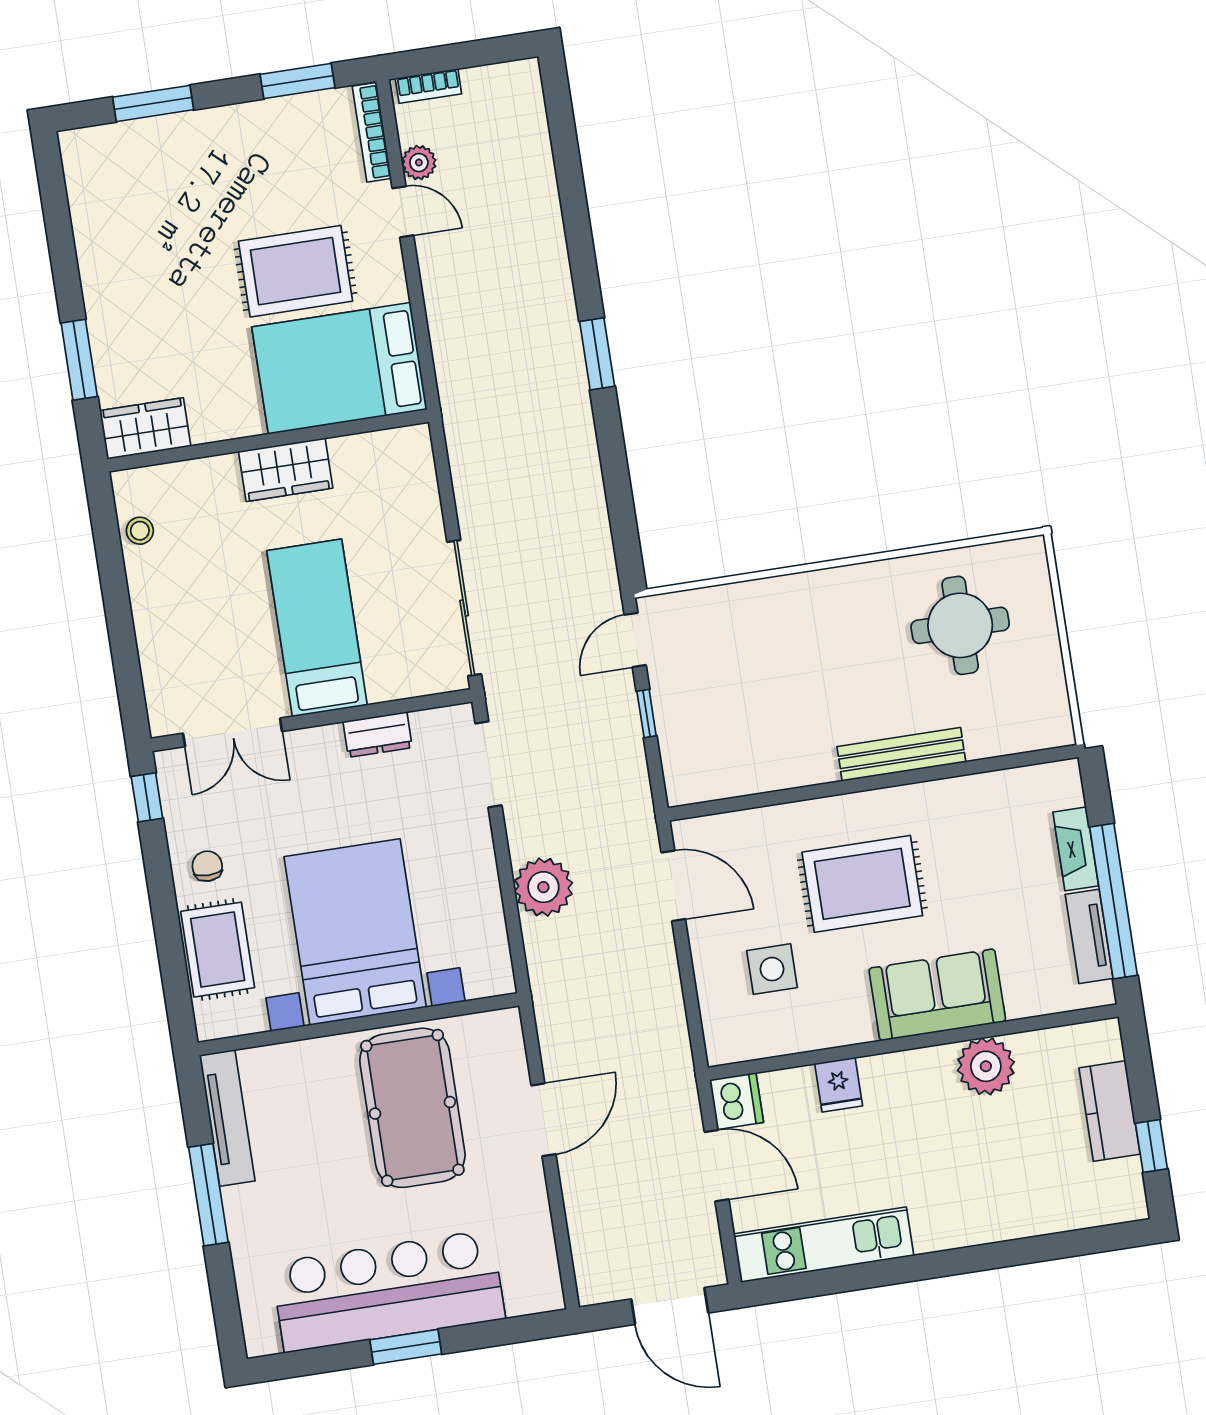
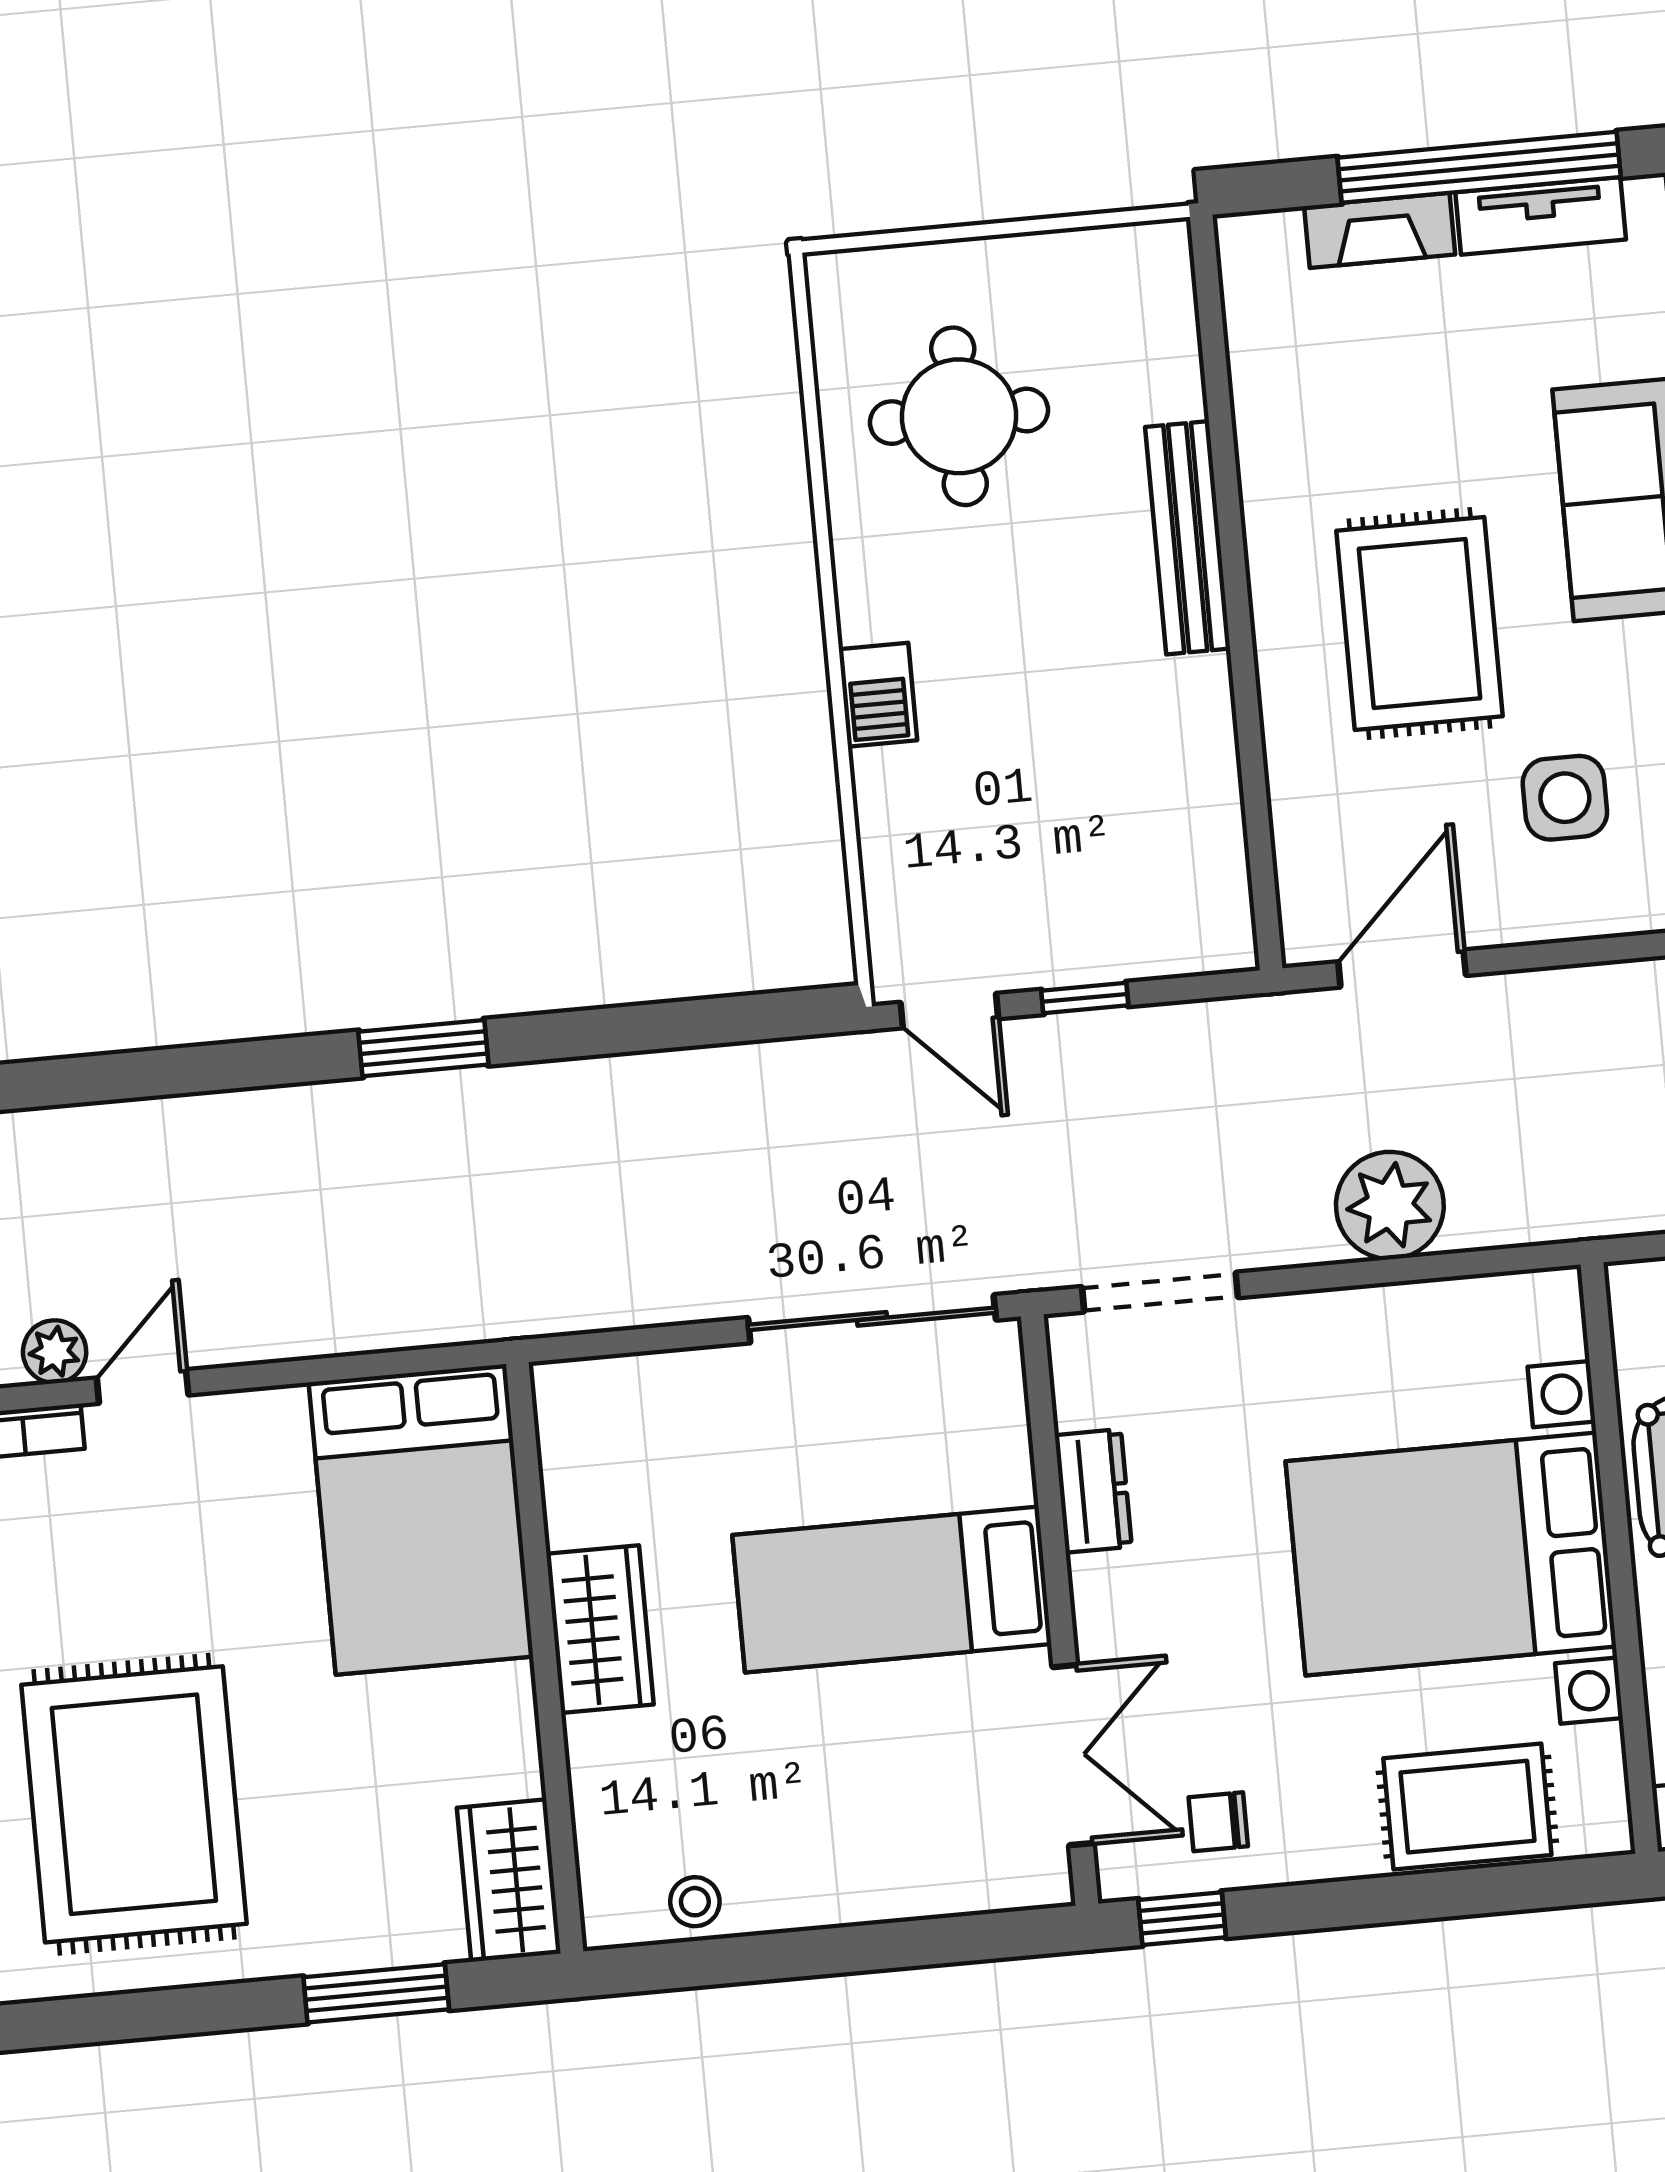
rug: (295, 271) -> (134, 1804), moved, width x1.37, depth x1.44
barbecue: (805, 590) -> (878, 695), added
chair: (207, 866) -> (1218, 1822), moved

